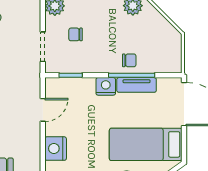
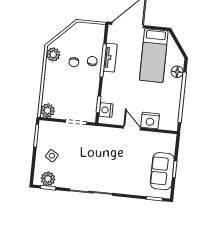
chair: (76, 34) -> (74, 62), moved
nightstand: (106, 86) -> (106, 110), moved
door: (43, 110) -> (132, 128), moved

